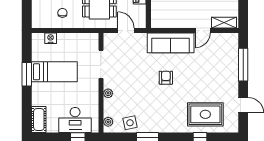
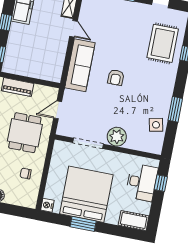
nightstand: (51, 38) -> (47, 205), moved
bed: (54, 72) -> (86, 194), width x2.04
armchair: (166, 78) -> (116, 77), turned -90
plant: (108, 93) -> (117, 137), width x1.88, depth x1.88
plant: (108, 122) -> (150, 148), removed

